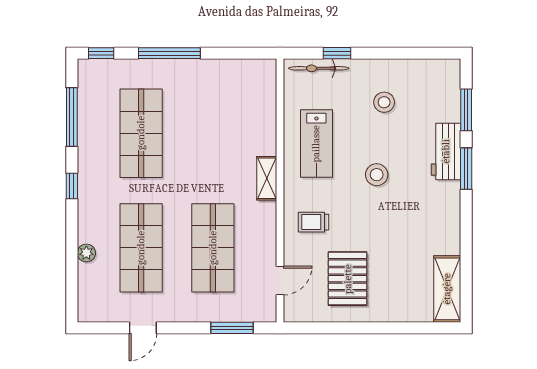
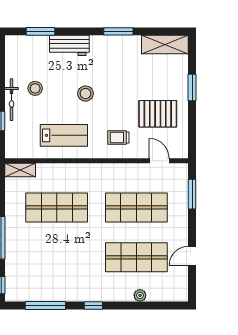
bicycle: (319, 68) -> (12, 100), moved
shop shelf: (141, 133) -> (57, 207), moved
window: (466, 169) -> (118, 31), moved
shelving: (267, 178) -> (20, 170), moved
trolley: (313, 222) -> (118, 138), turned 90
door: (143, 328) -> (192, 256), swing flipped
window: (385, 328) -> (192, 88), added

